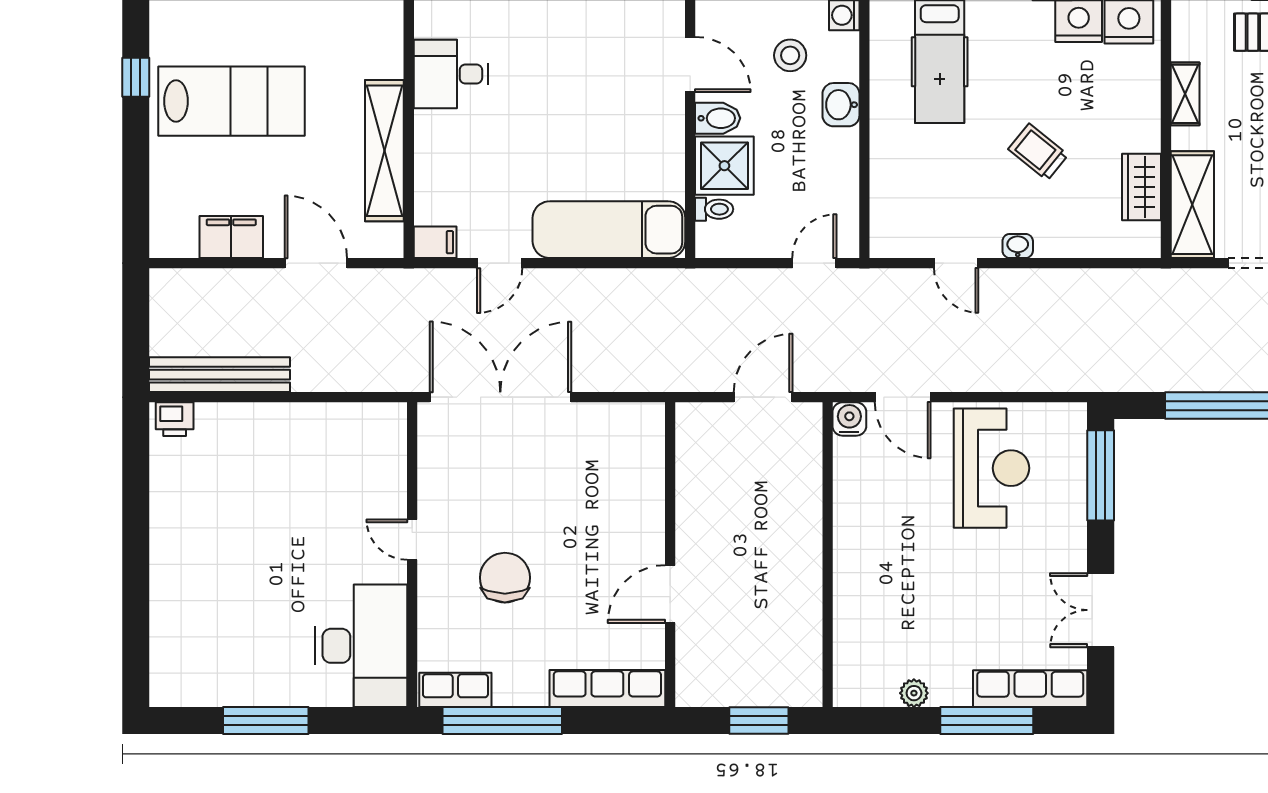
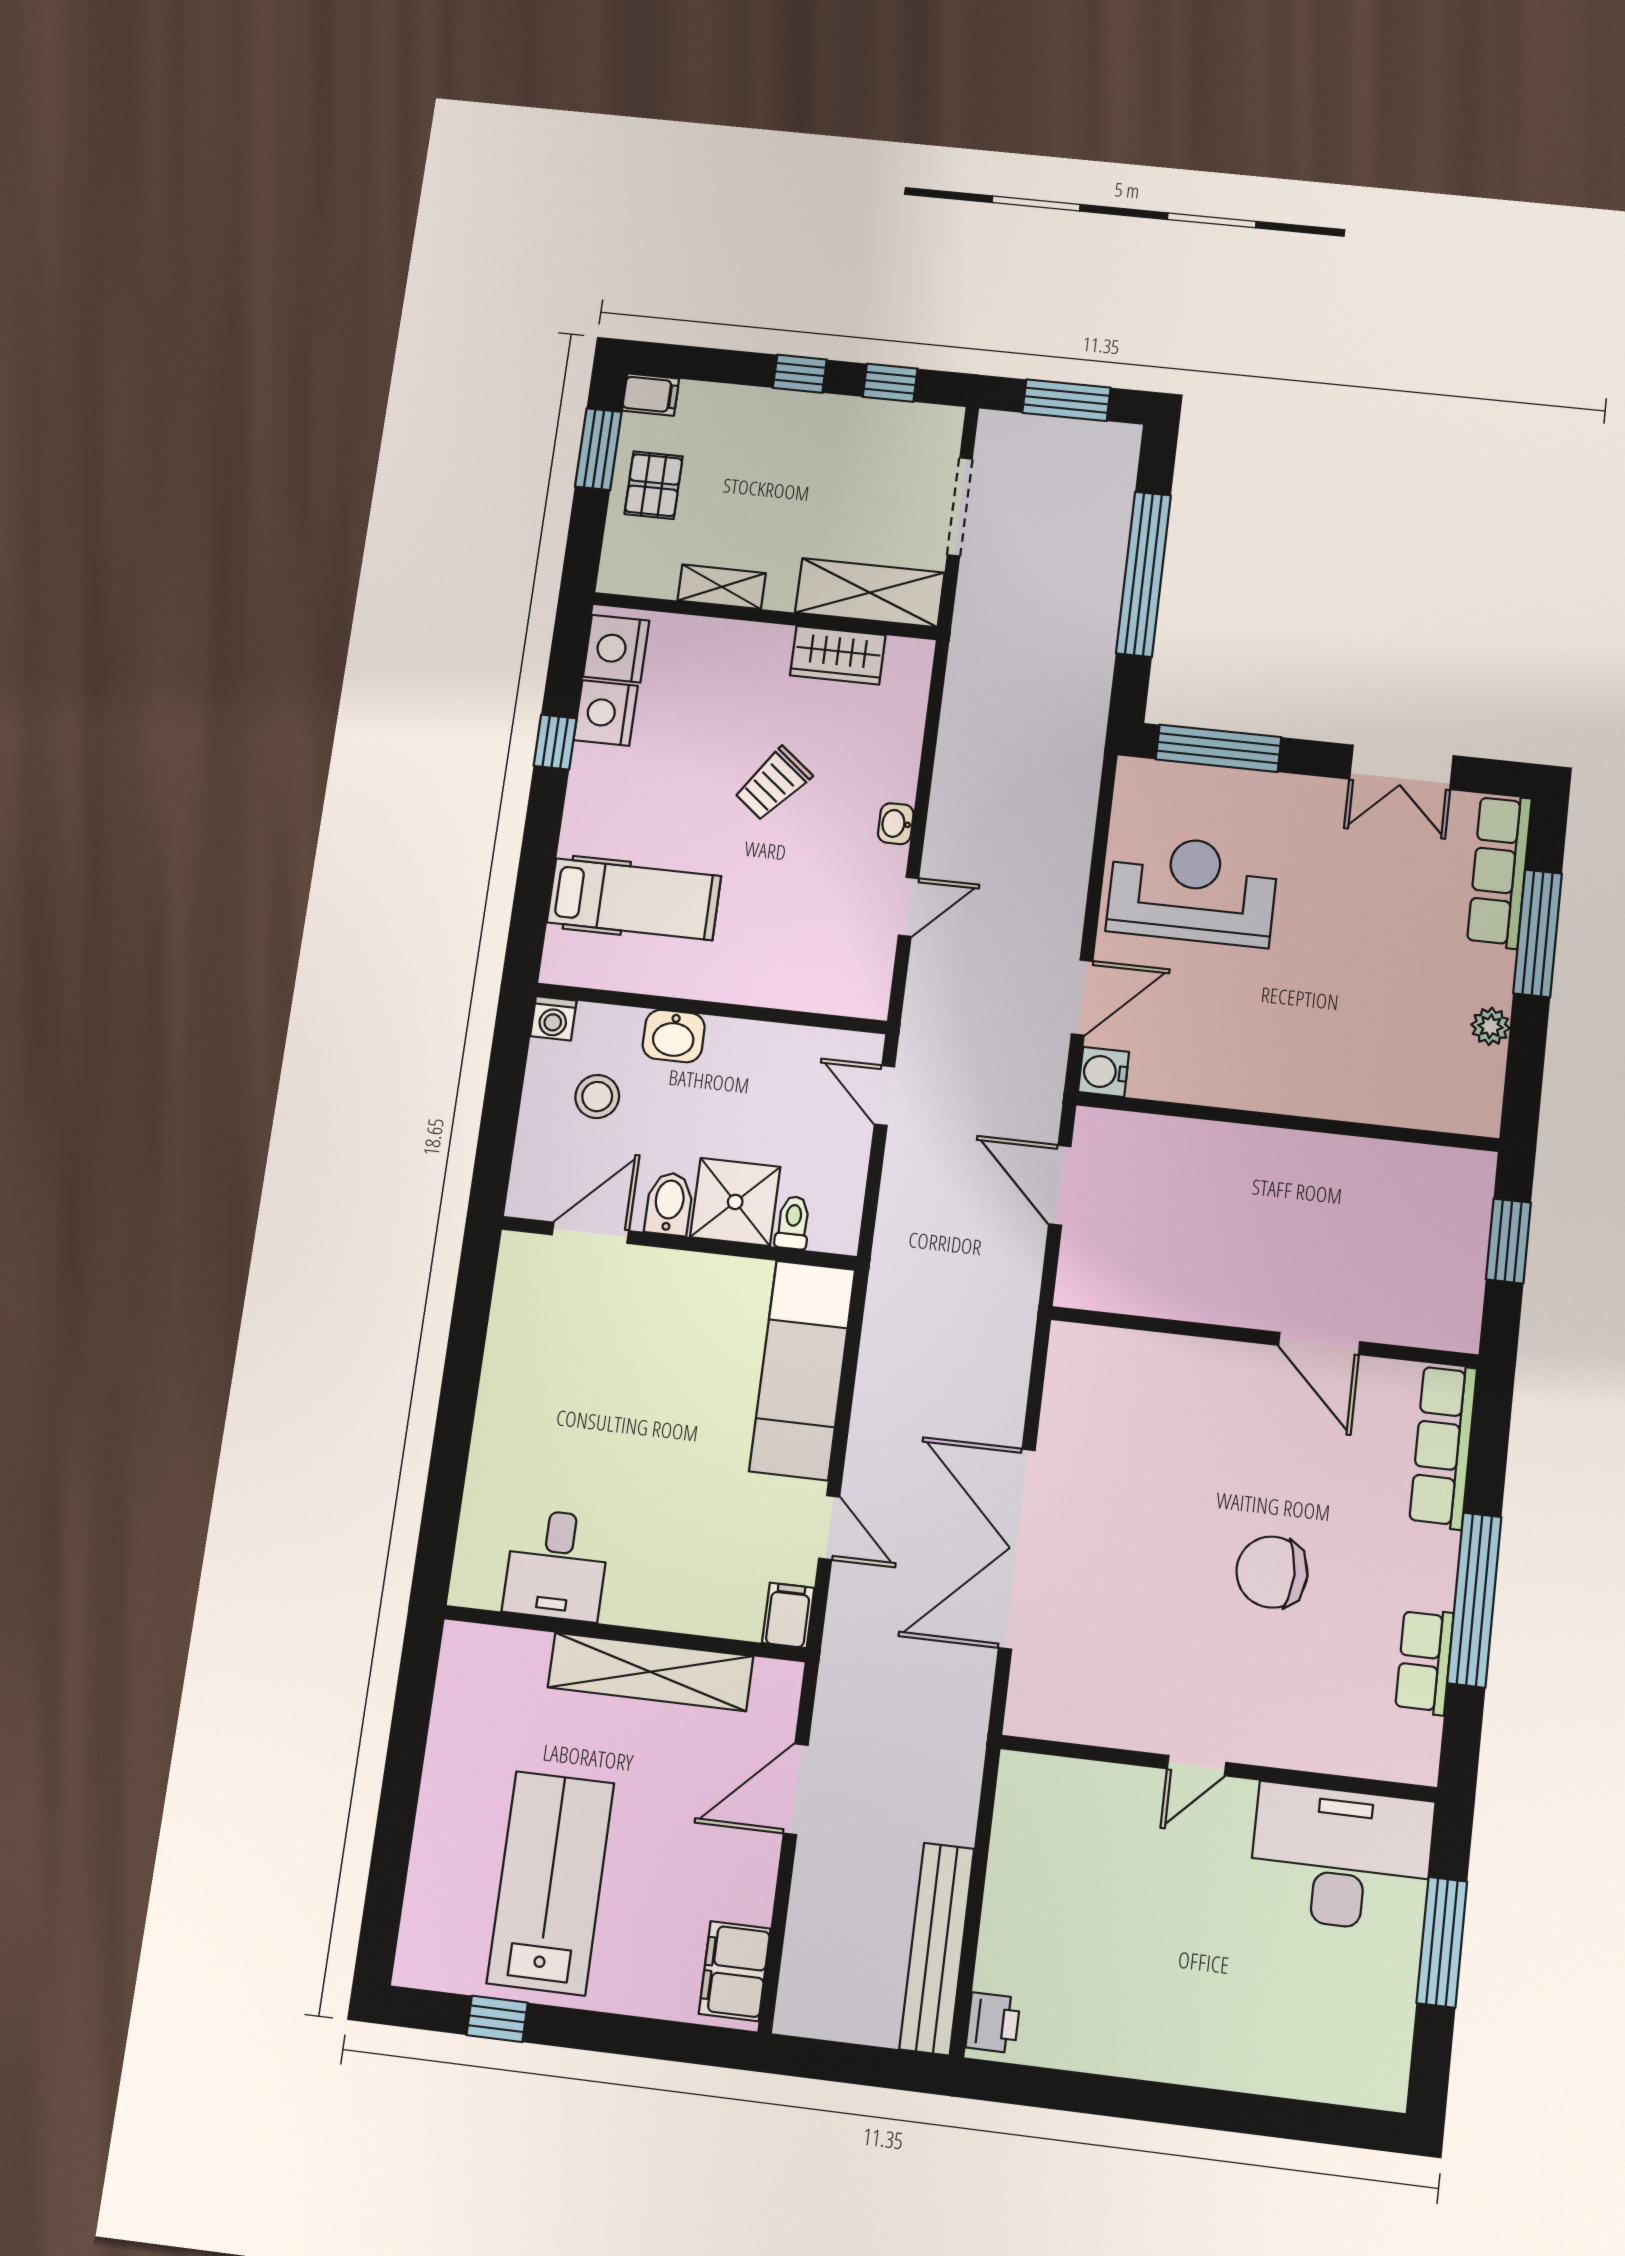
filing cabinet: (231, 237) -> (735, 1971), moved
door: (412, 540) -> (1197, 1766), moved
wall: (412, 555) -> (1218, 1768), moved
desk: (361, 646) -> (1341, 1858), moved

